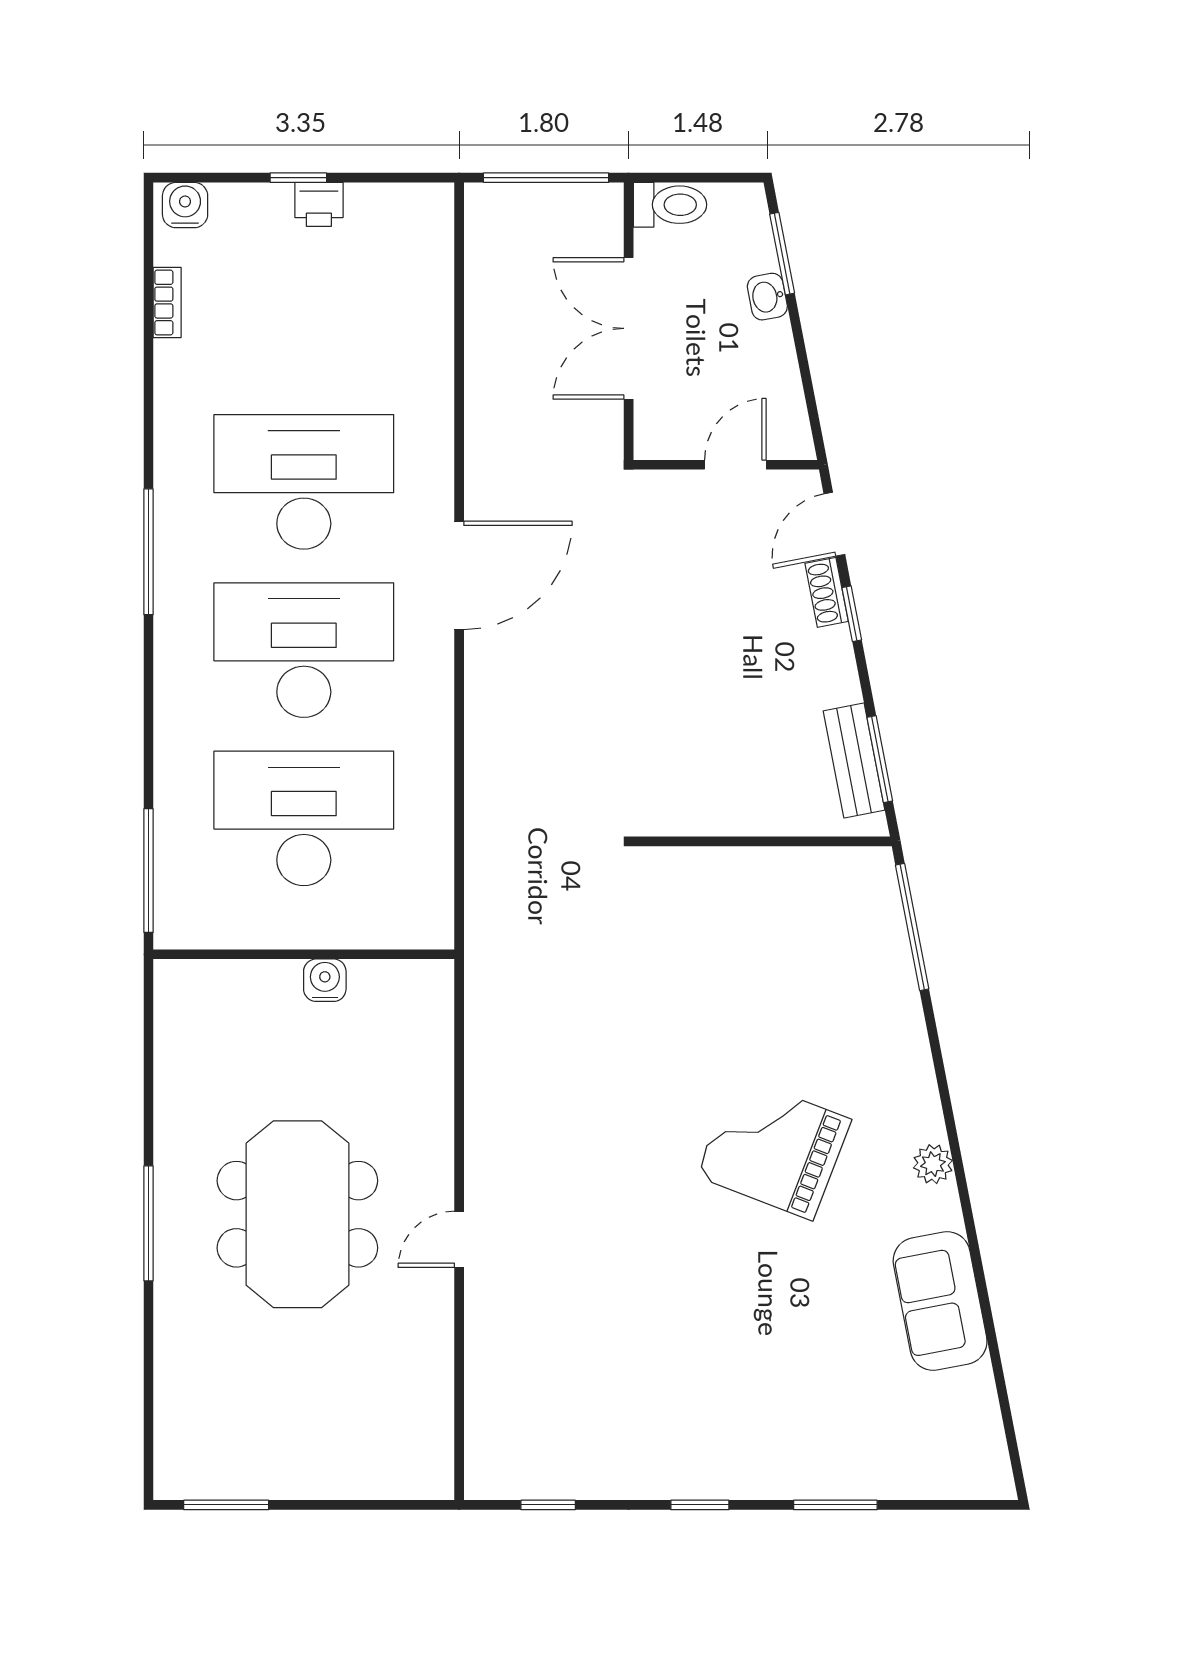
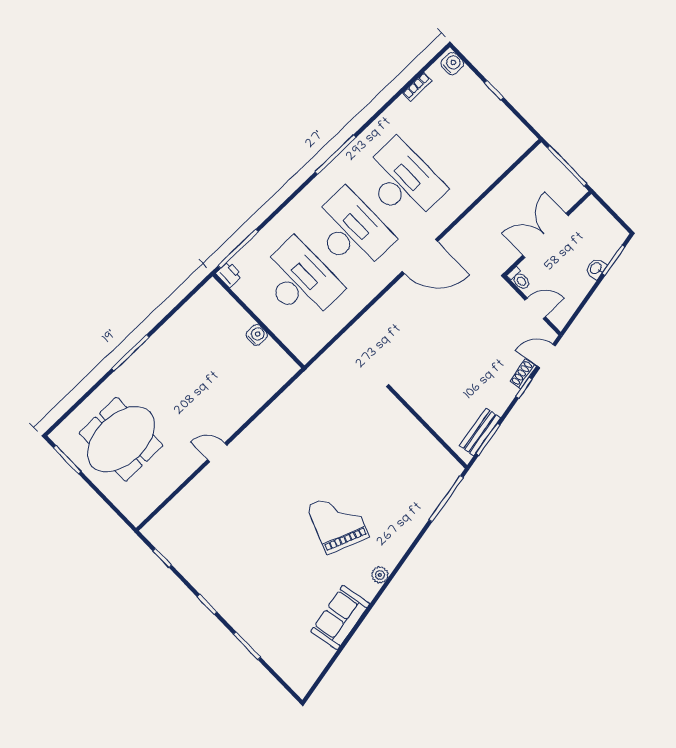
printer: (319, 204) -> (229, 274), moved, turned 180
toilet: (670, 205) -> (519, 279), moved, width x0.73, depth x0.72
meeting table: (297, 1214) -> (121, 439), moved

